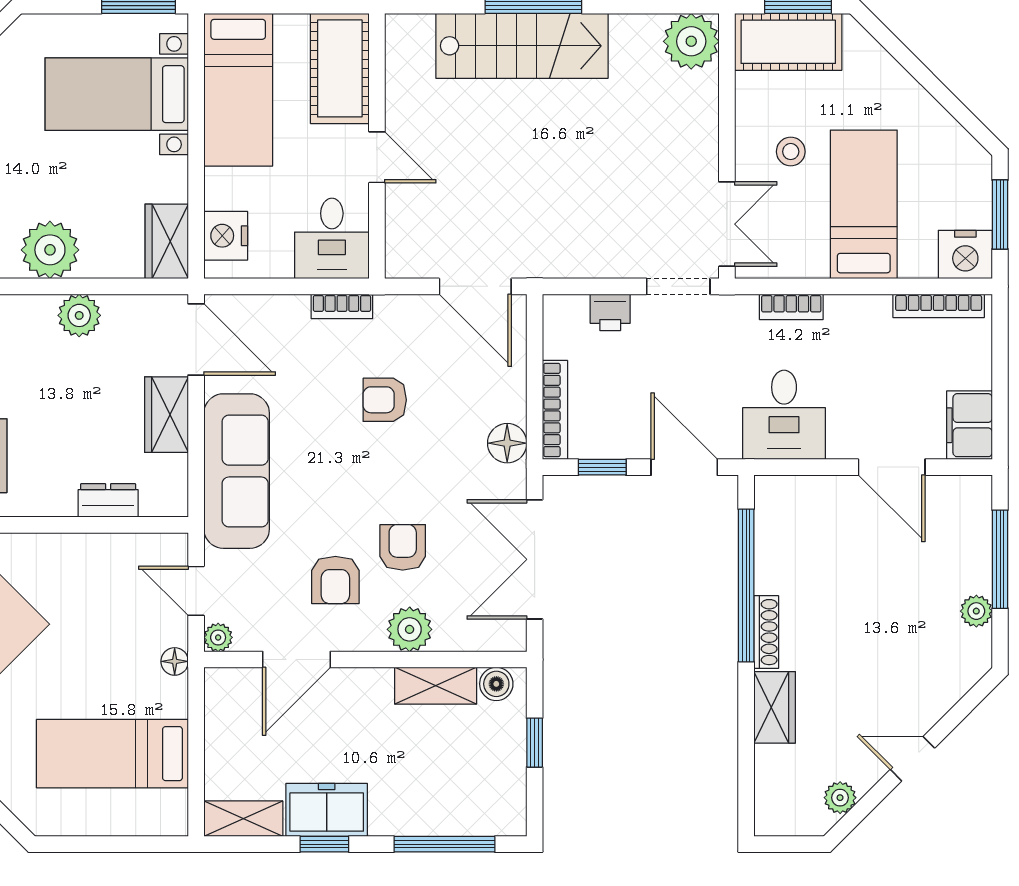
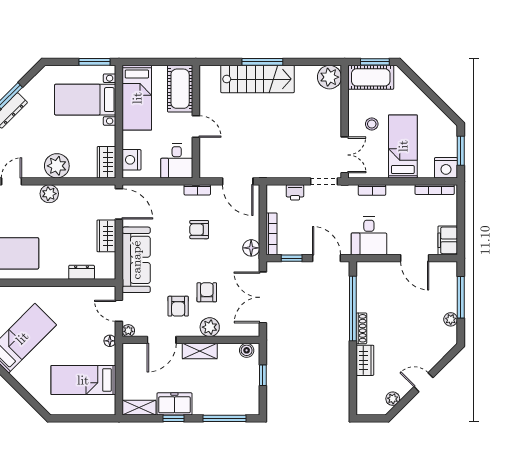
bookcase: (342, 306) -> (197, 190), moved
plant: (79, 315) -> (49, 194), moved
shelving: (436, 686) -> (200, 351), moved

